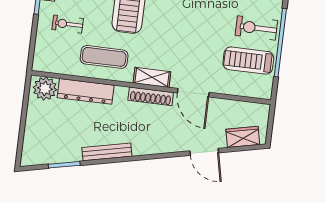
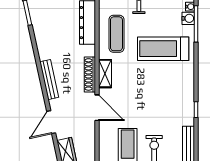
door: (193, 93) -> (97, 108), swing flipped
bench: (107, 152) -> (49, 80), moved

